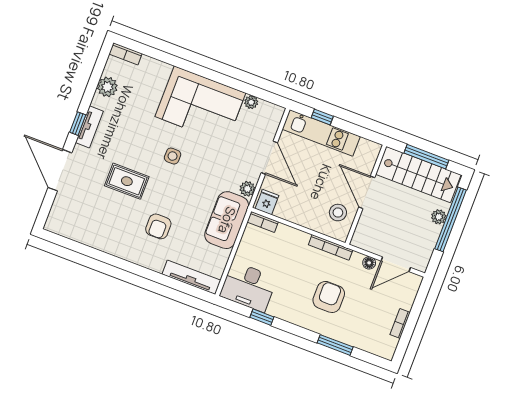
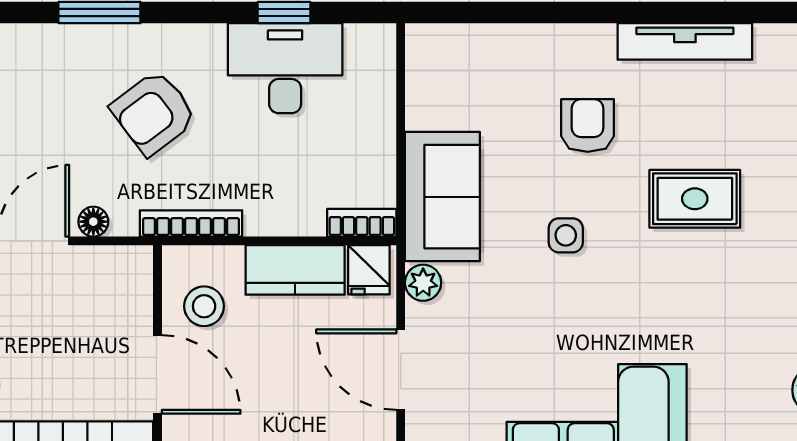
side table: (173, 156) -> (566, 235), moved
kitchen counter: (296, 213) -> (295, 270), added
tv unit: (191, 277) -> (685, 41), moved
desk: (248, 287) -> (285, 68), moved
armchair: (329, 297) -> (154, 113), turned 53

